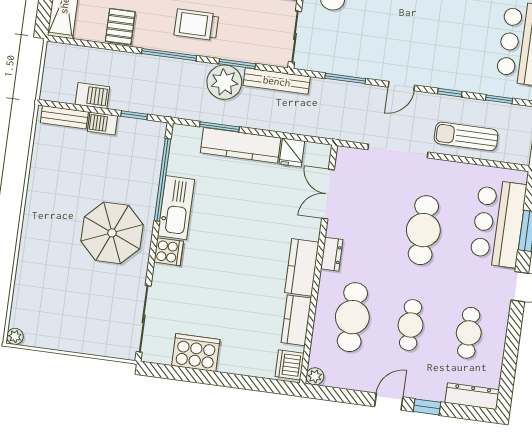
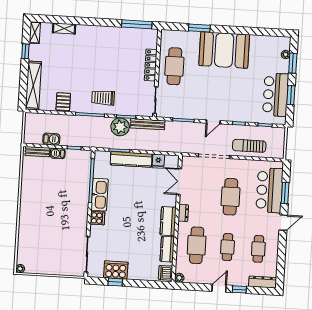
parasol: (112, 233) -> (67, 210), removed
window: (193, 375) -> (115, 282), added

